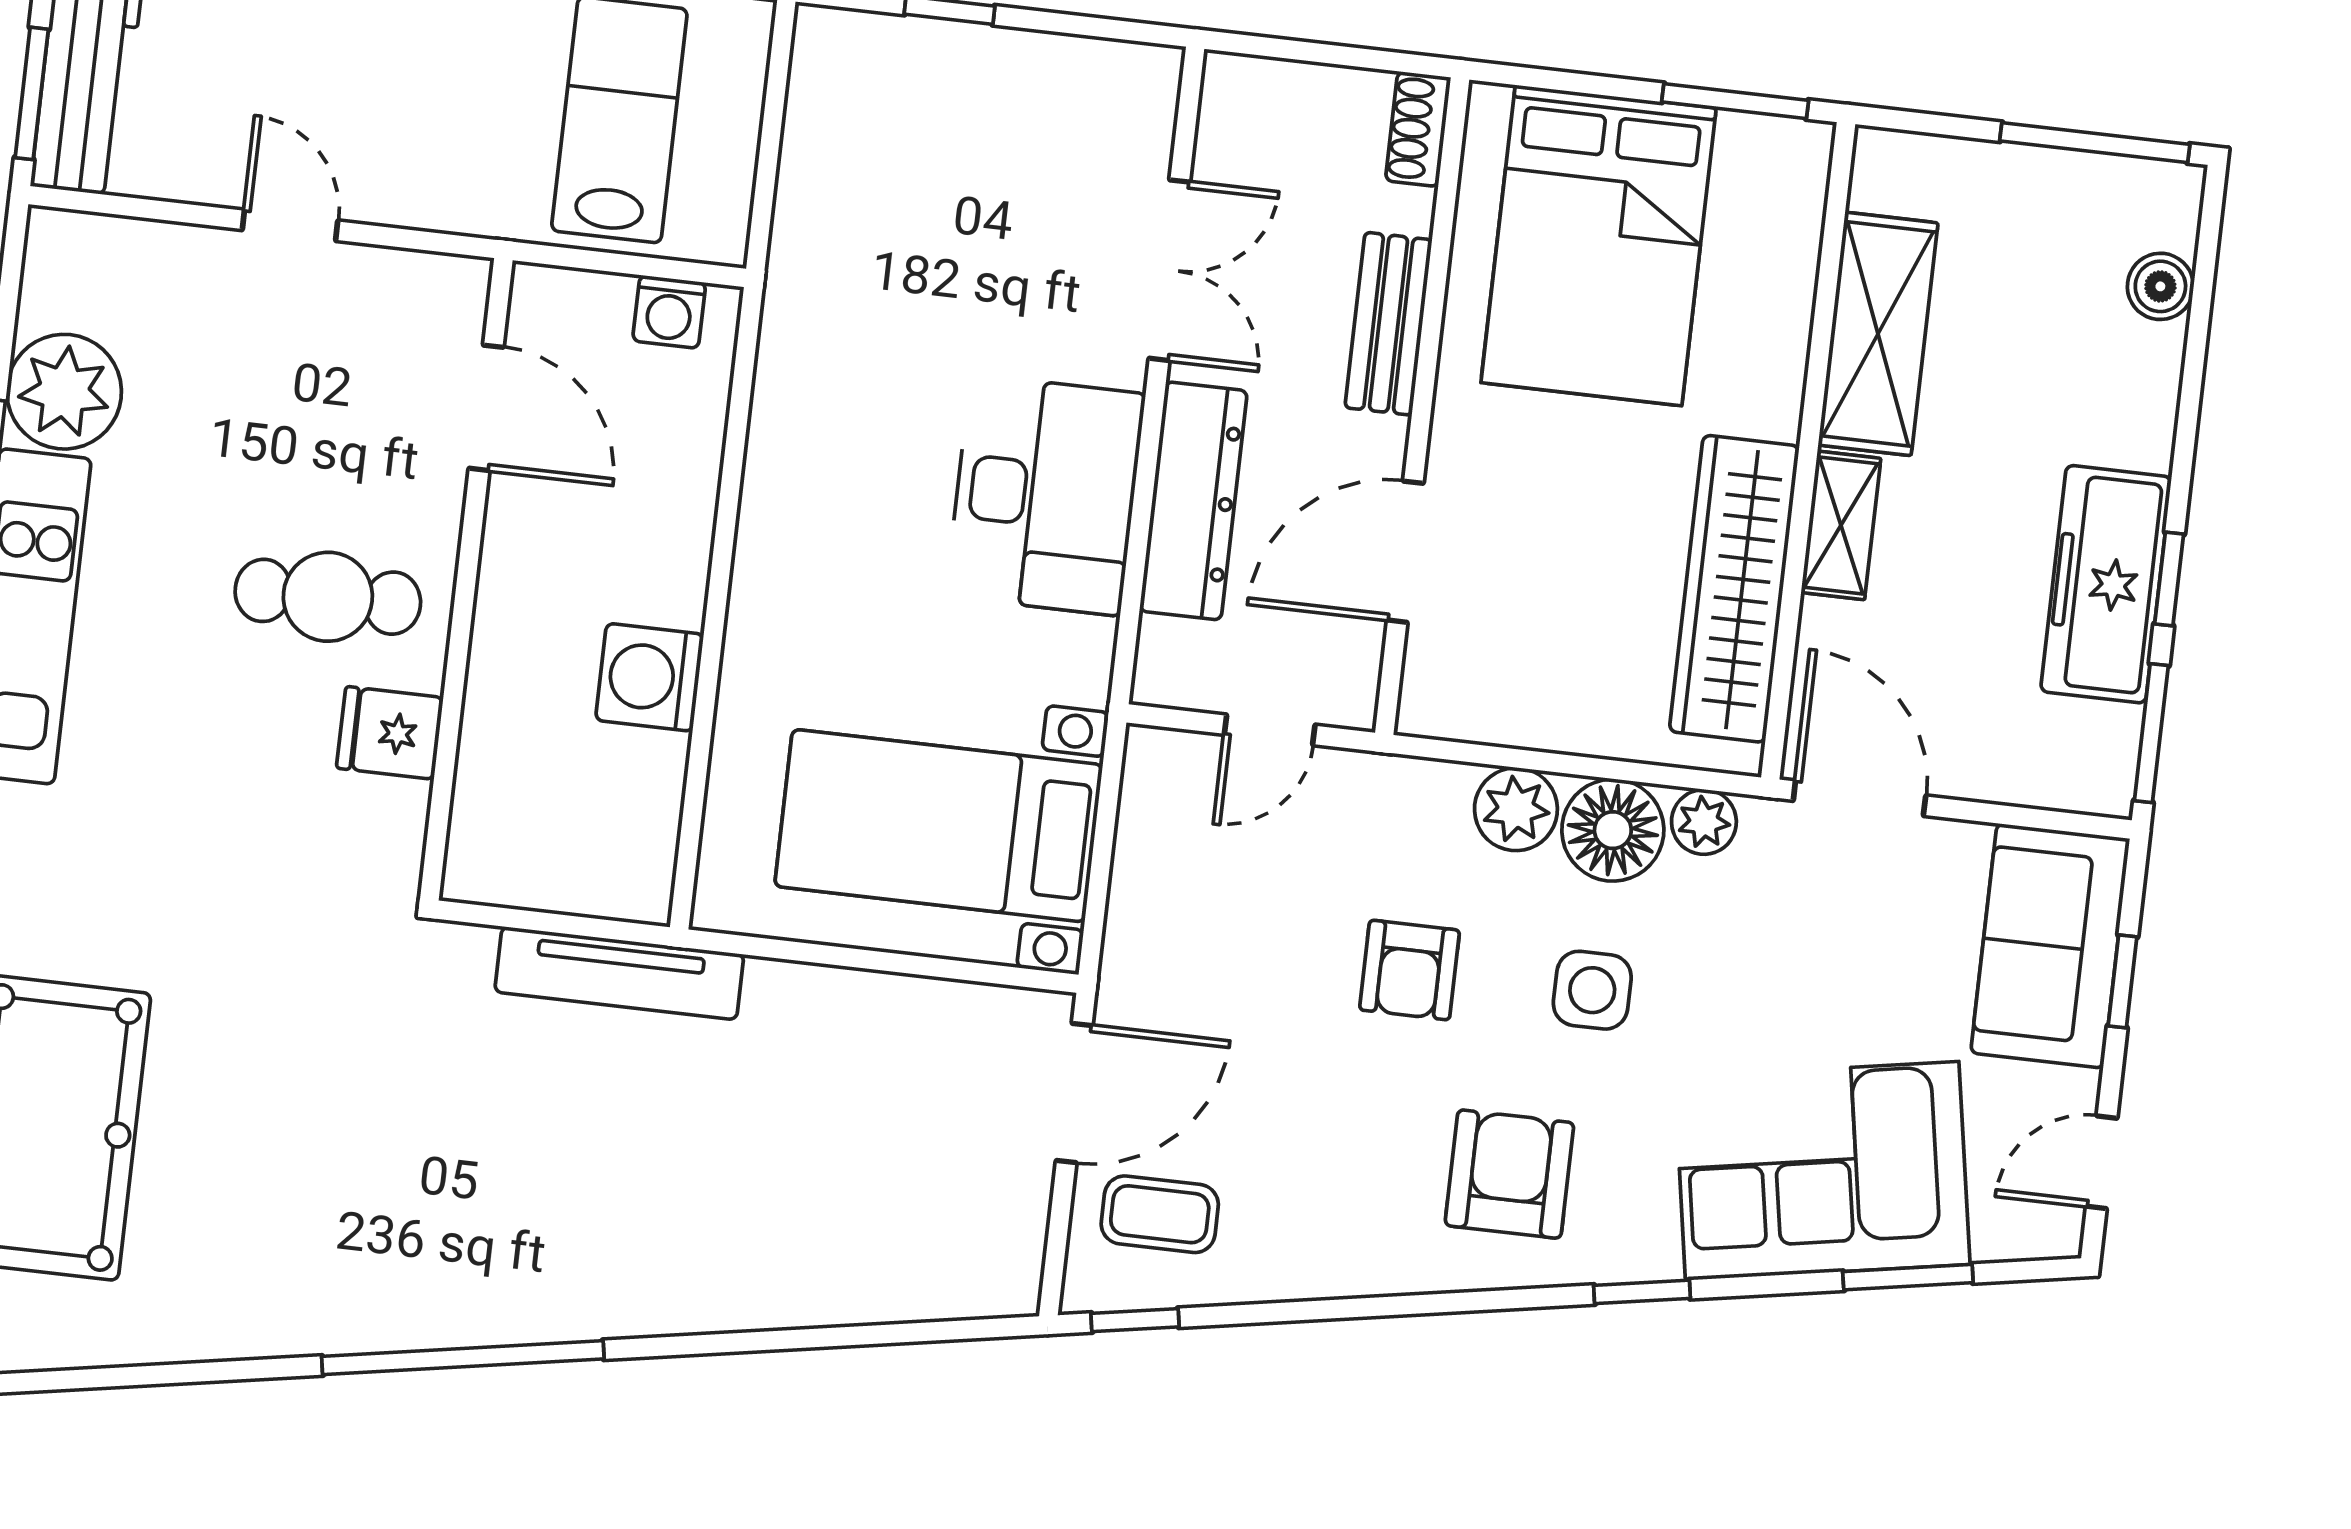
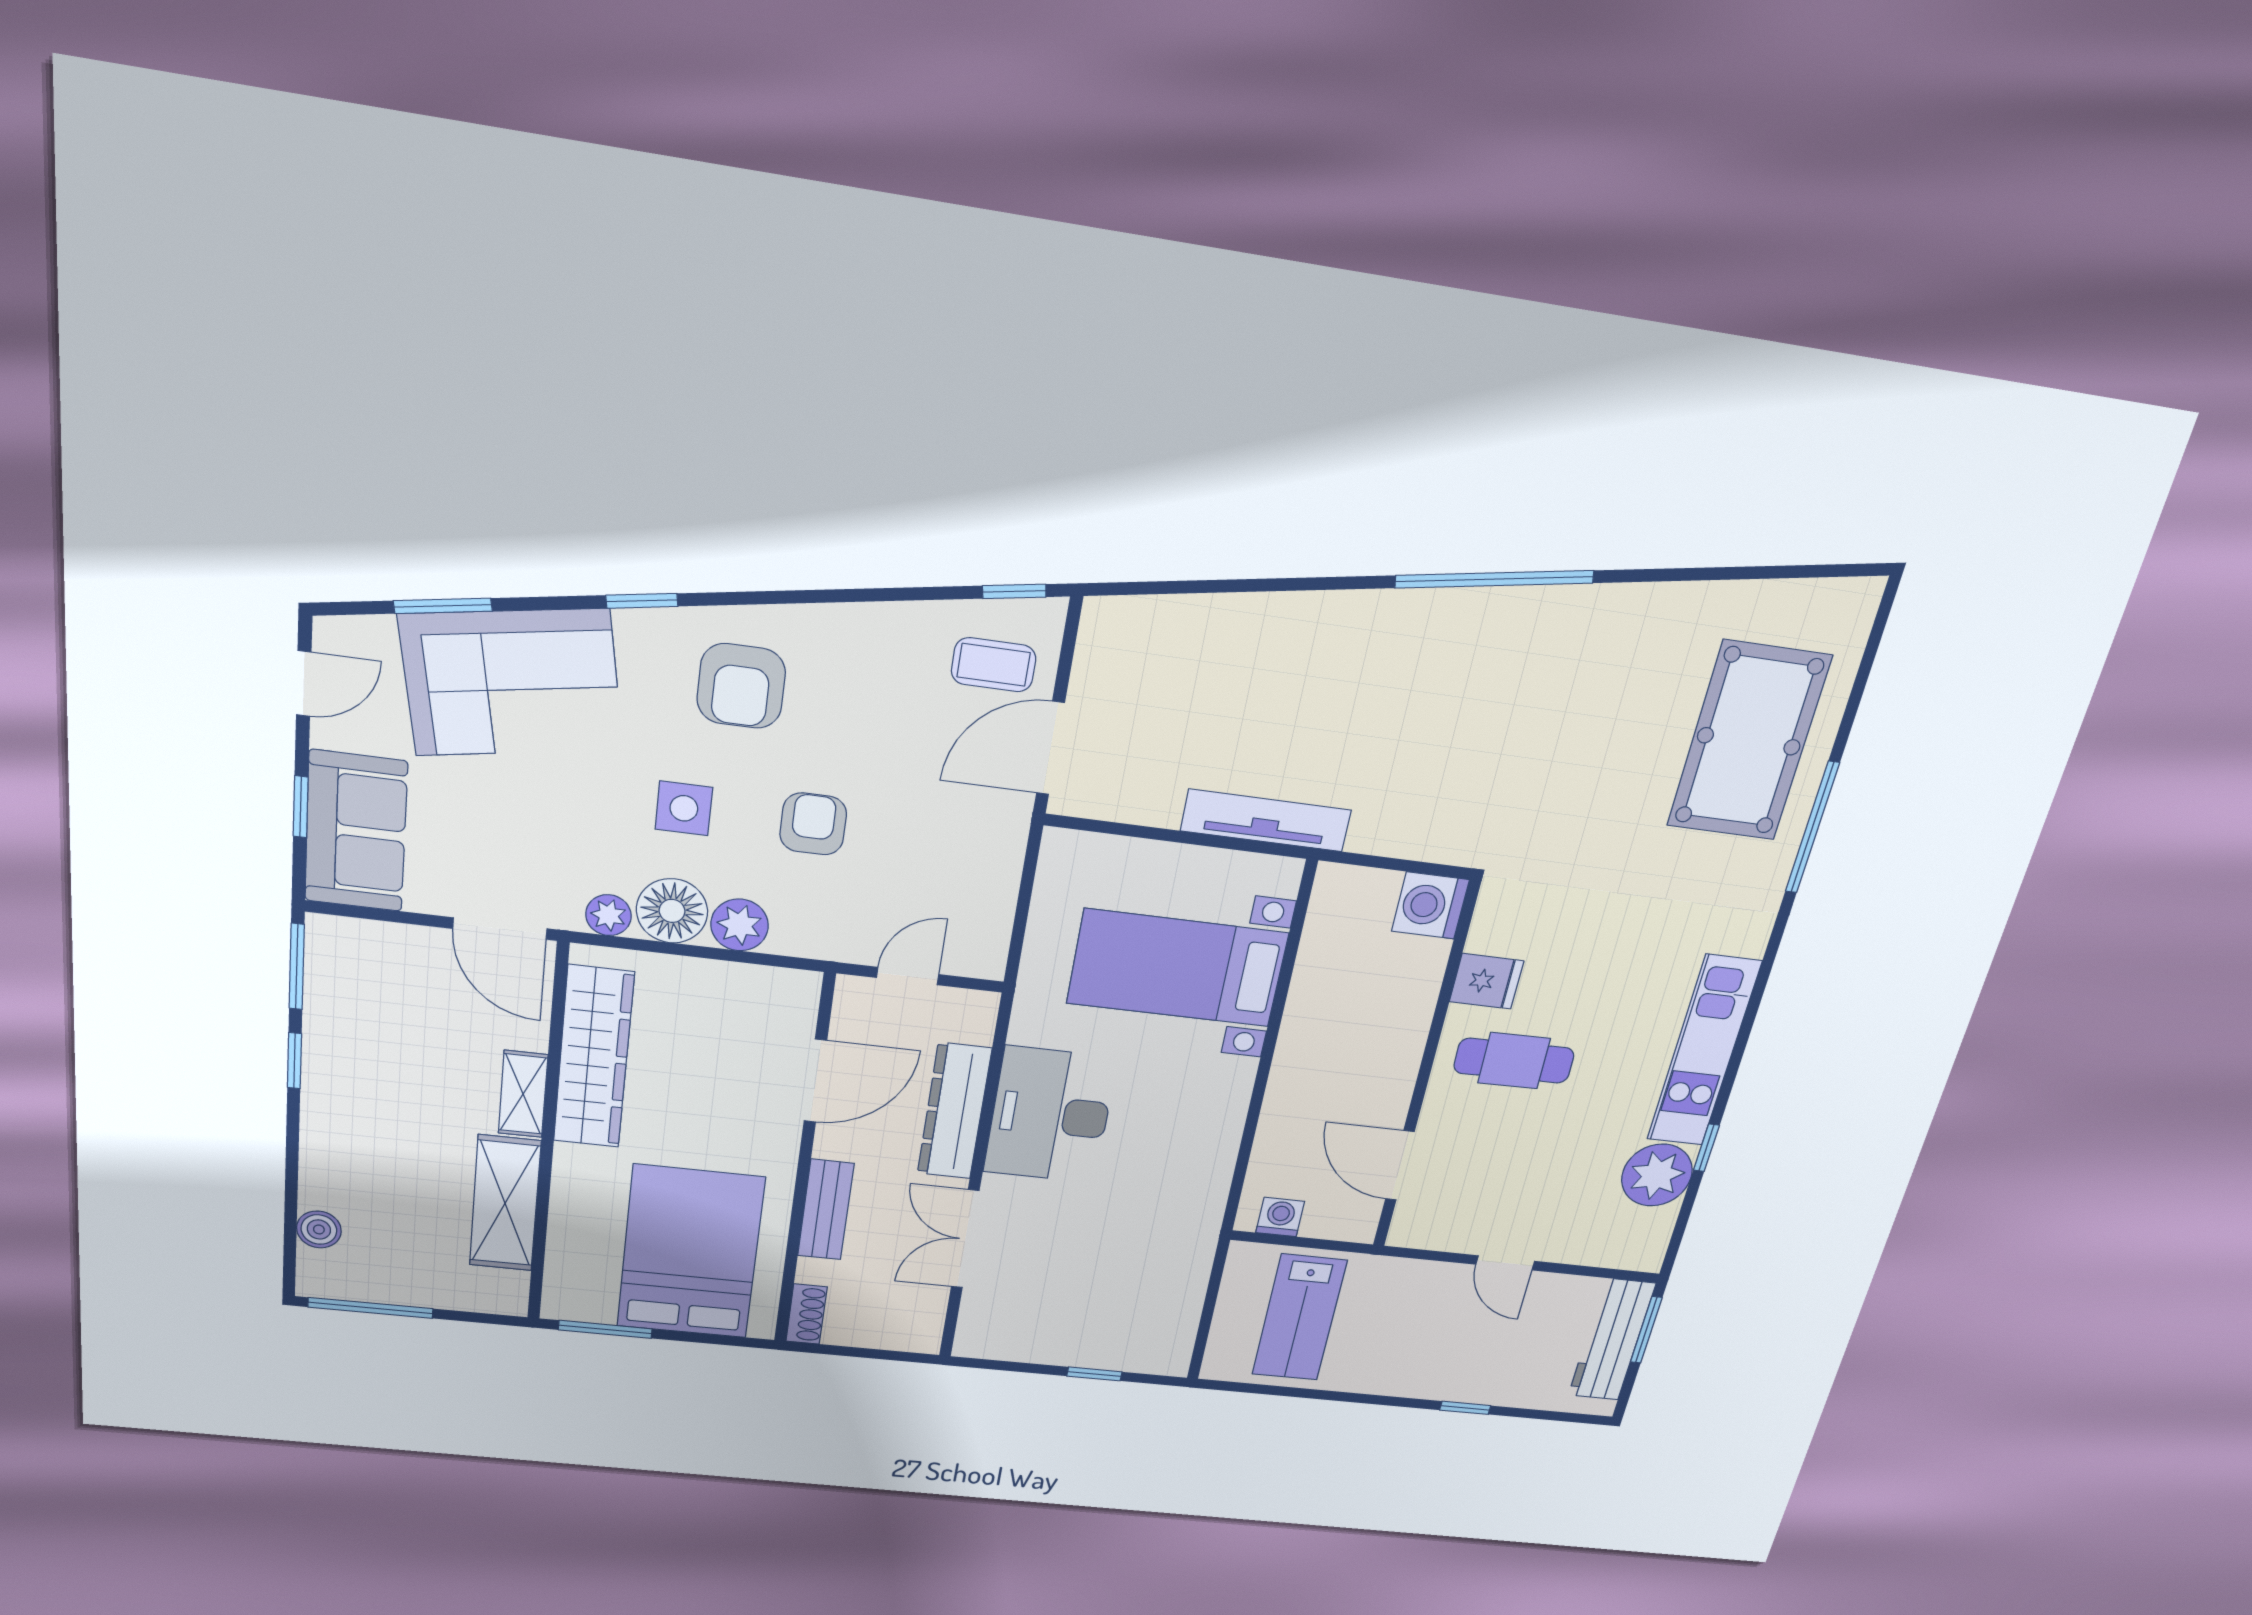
freezer: (2106, 584) -> (338, 1058), removed
washing machine: (650, 677) -> (1430, 905), moved, turned 180
bed with nightstands: (939, 826) -> (1177, 968), moved, turned 180
tv unit: (619, 973) -> (1266, 820), moved

